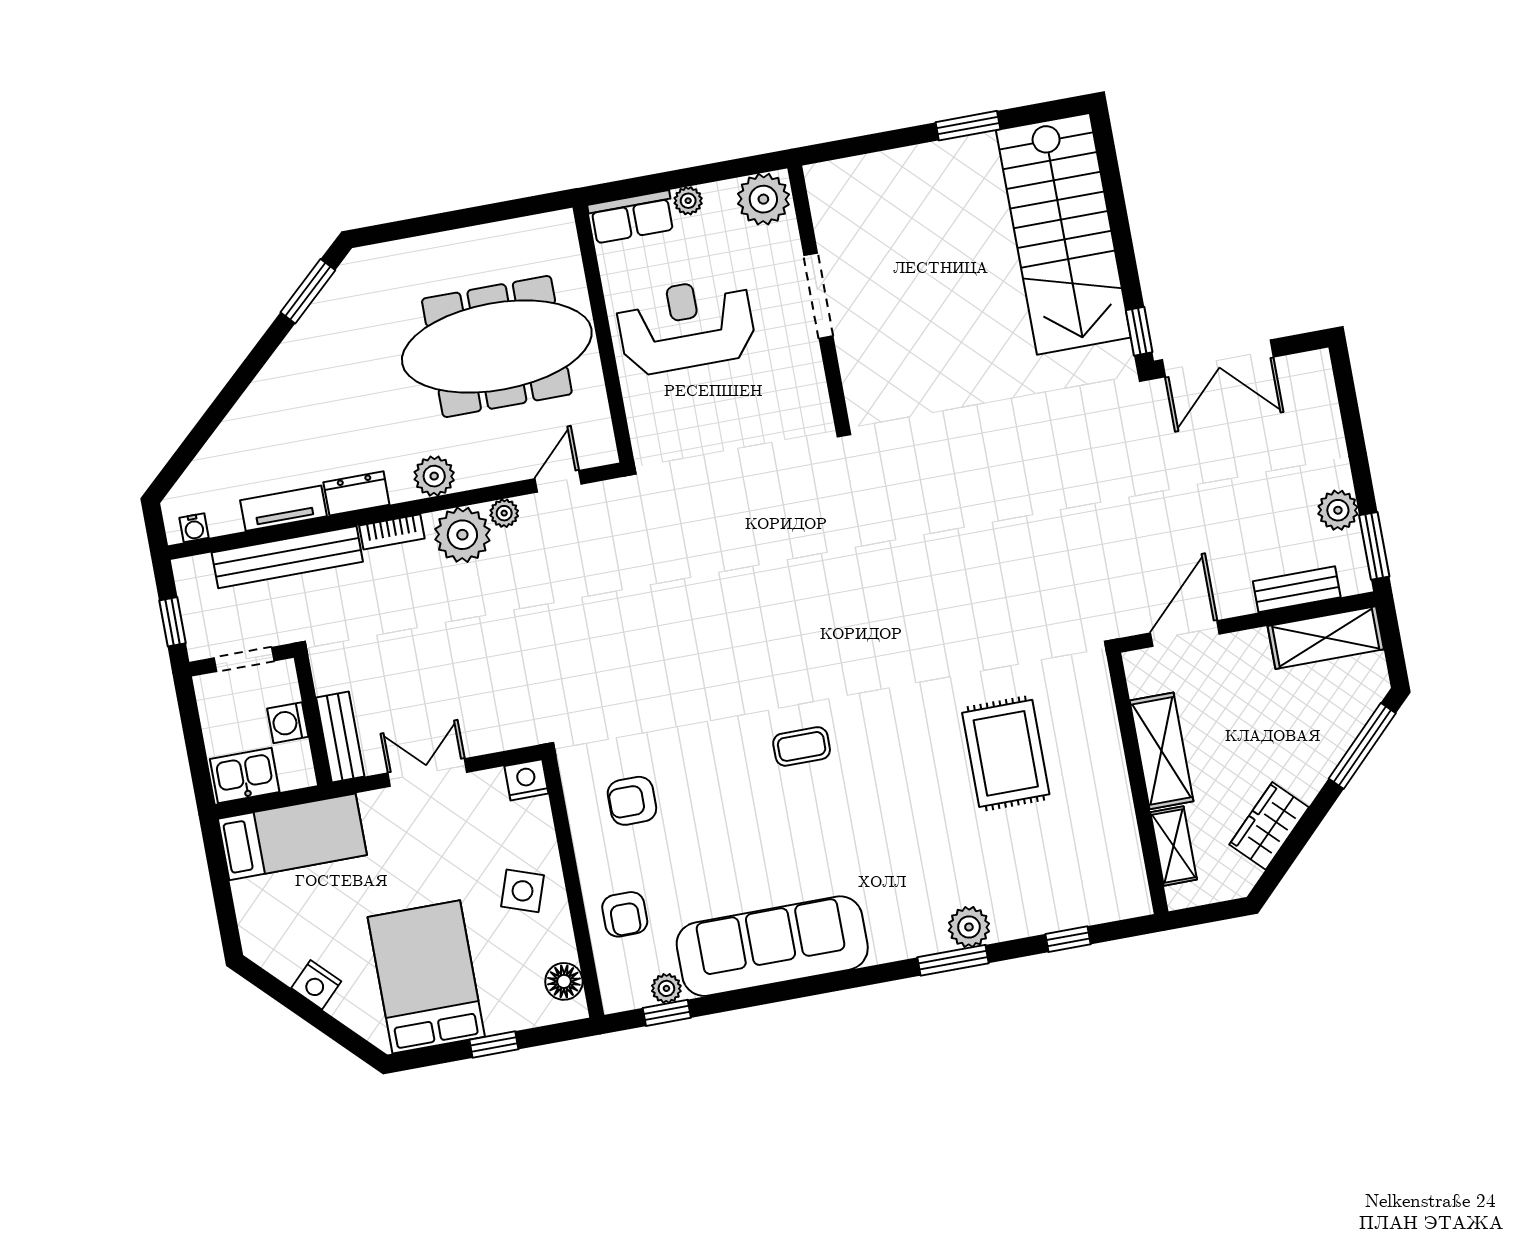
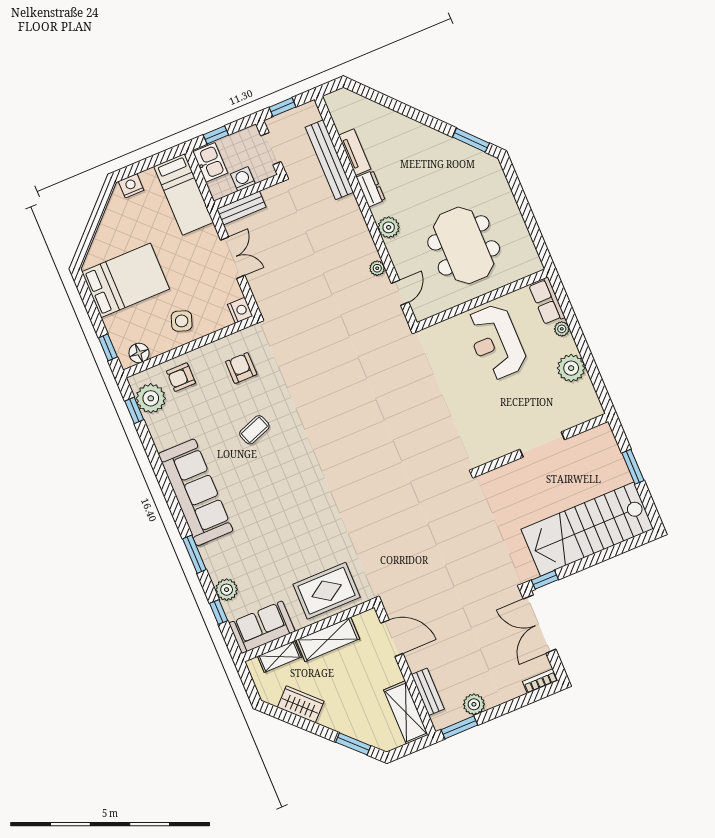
wall: (818, 294) -> (543, 444), moved
doorway: (818, 296) -> (542, 444), moved
reception desk: (686, 326) -> (496, 342), turned 180
meeting table: (497, 346) -> (464, 245), width x0.73
door: (558, 481) -> (400, 293), hinge flipped
water cooler: (194, 528) -> (334, 108), removed
bookcase: (392, 532) -> (540, 681), moved, turned 90
plant: (462, 535) -> (361, 249), removed
coffee table: (802, 746) -> (254, 430), moved, turned 70
window: (1362, 746) -> (353, 744), width x0.69
rug: (1006, 753) -> (327, 591), moved
window: (197, 754) -> (216, 135), added
sofa: (1113, 866) -> (262, 627), added
plant: (969, 927) -> (227, 590), moved
sofa: (772, 946) -> (196, 492), moved
nightstand: (316, 985) -> (131, 186), moved, turned 45
plant: (666, 988) -> (151, 398), width x1.88, depth x1.88
window: (494, 1045) -> (108, 347), moved

